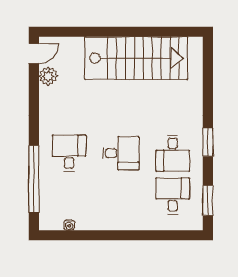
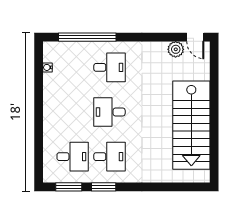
window: (208, 142) -> (104, 187), moved
desk: (121, 153) -> (109, 112), turned 90
desk: (173, 153) -> (109, 157), turned 180

